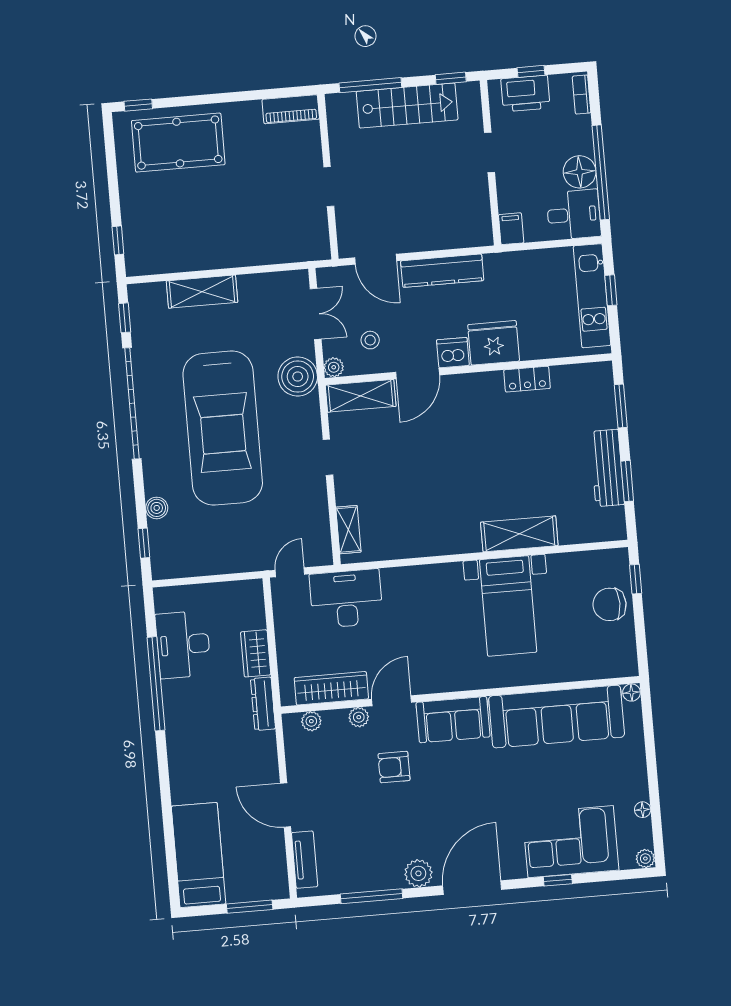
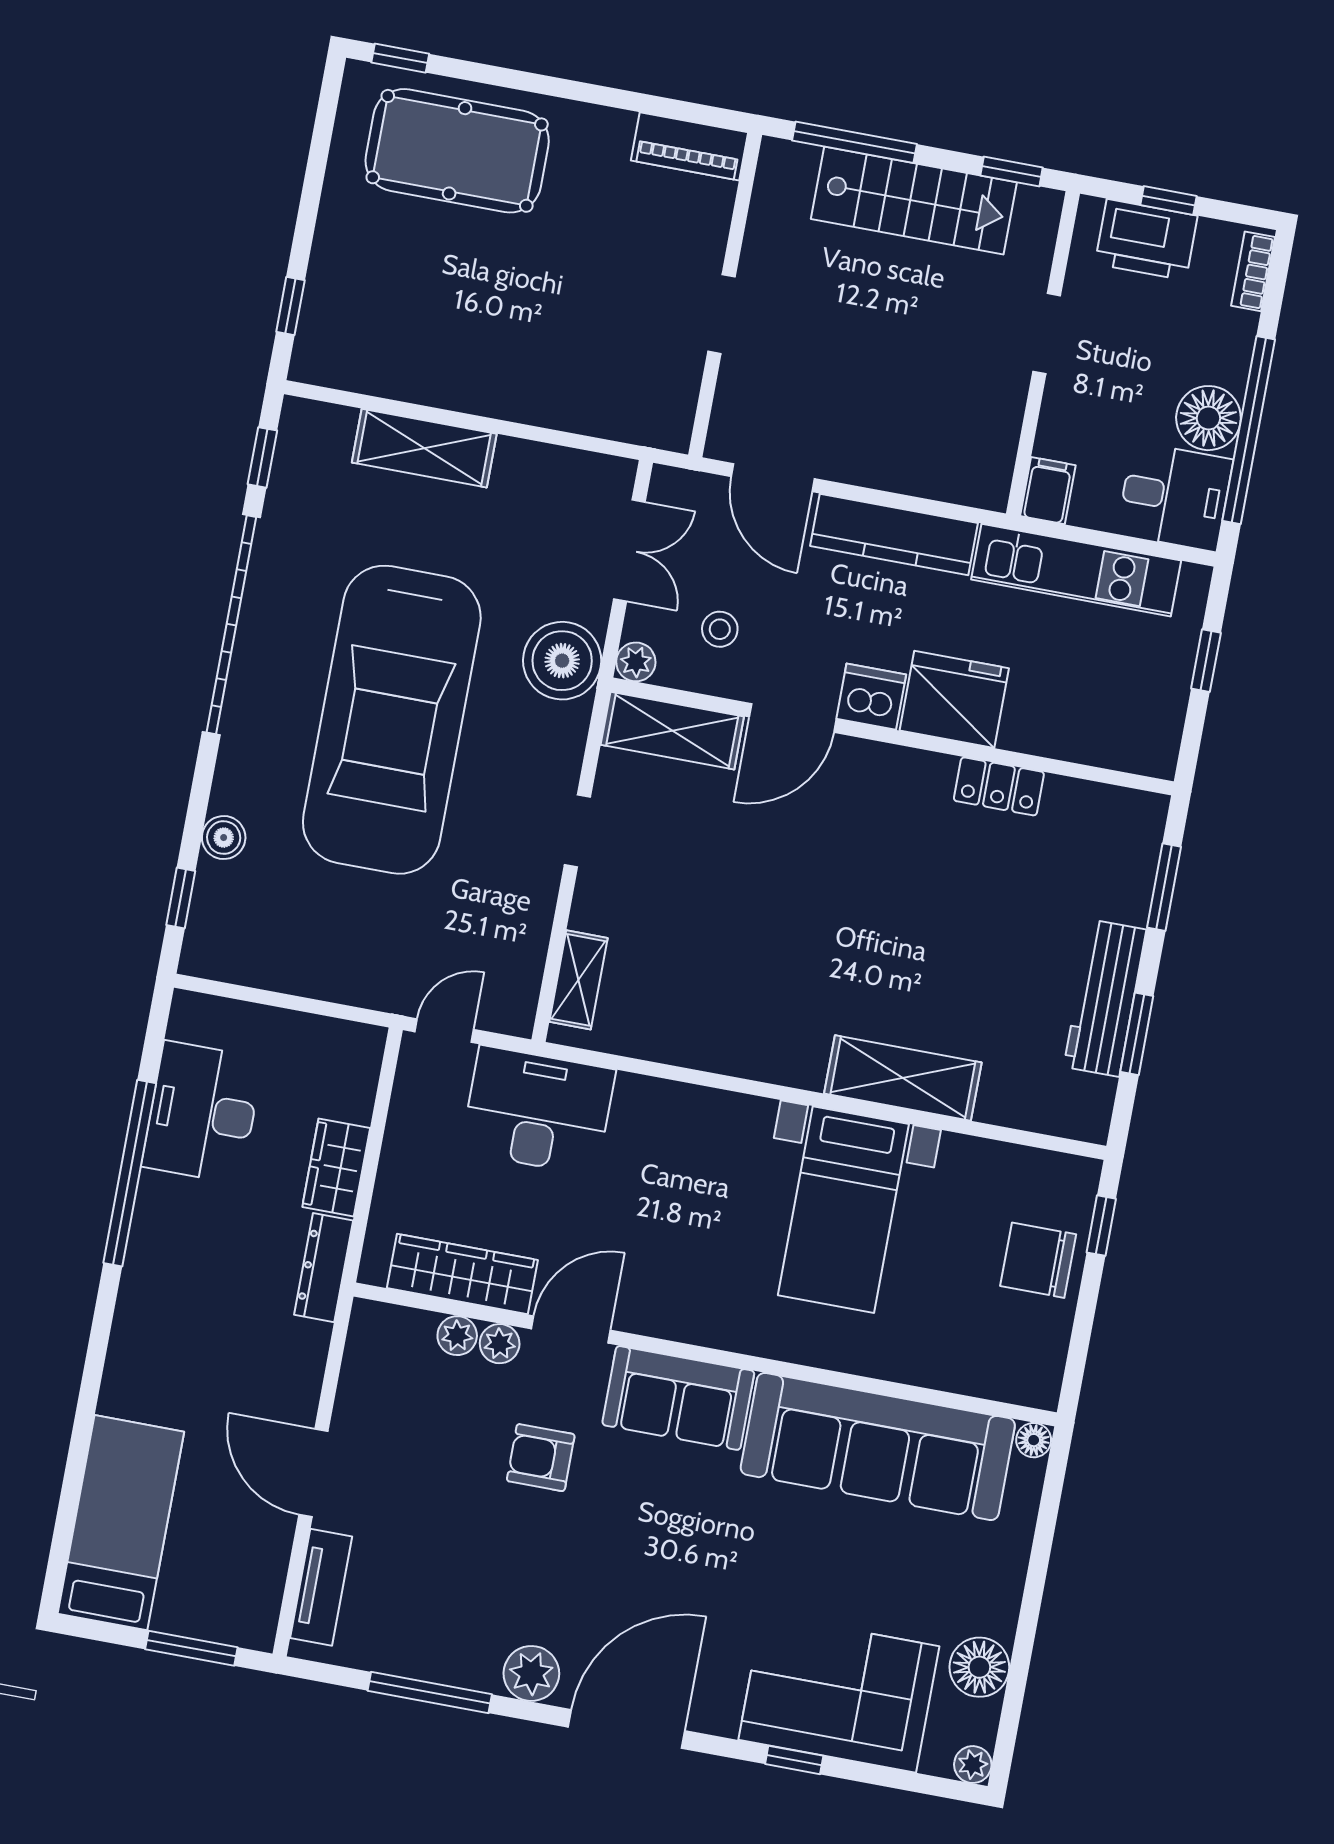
kitchen unit: (592, 296) -> (1076, 570), moved, turned -90
plant: (311, 721) -> (457, 1336), moved
floor lamp: (643, 810) -> (979, 1667), width x1.89, depth x1.89

